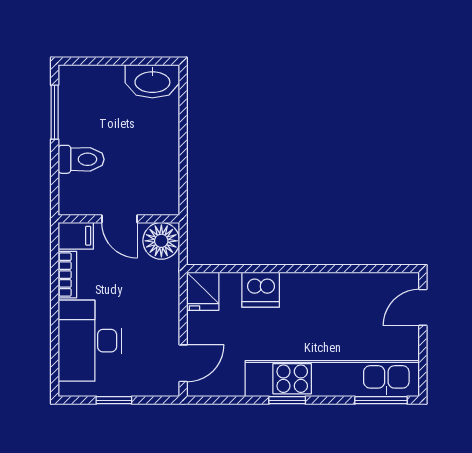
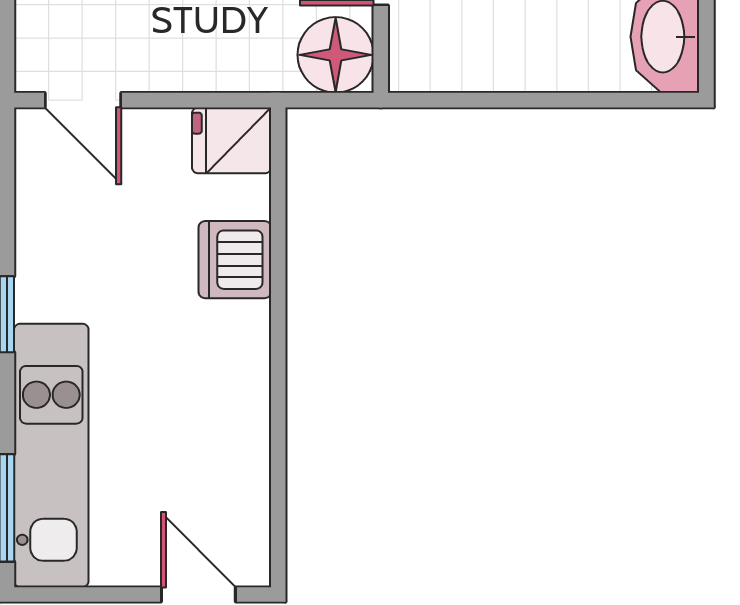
kitchen unit: (332, 379) -> (51, 455), width x0.73

